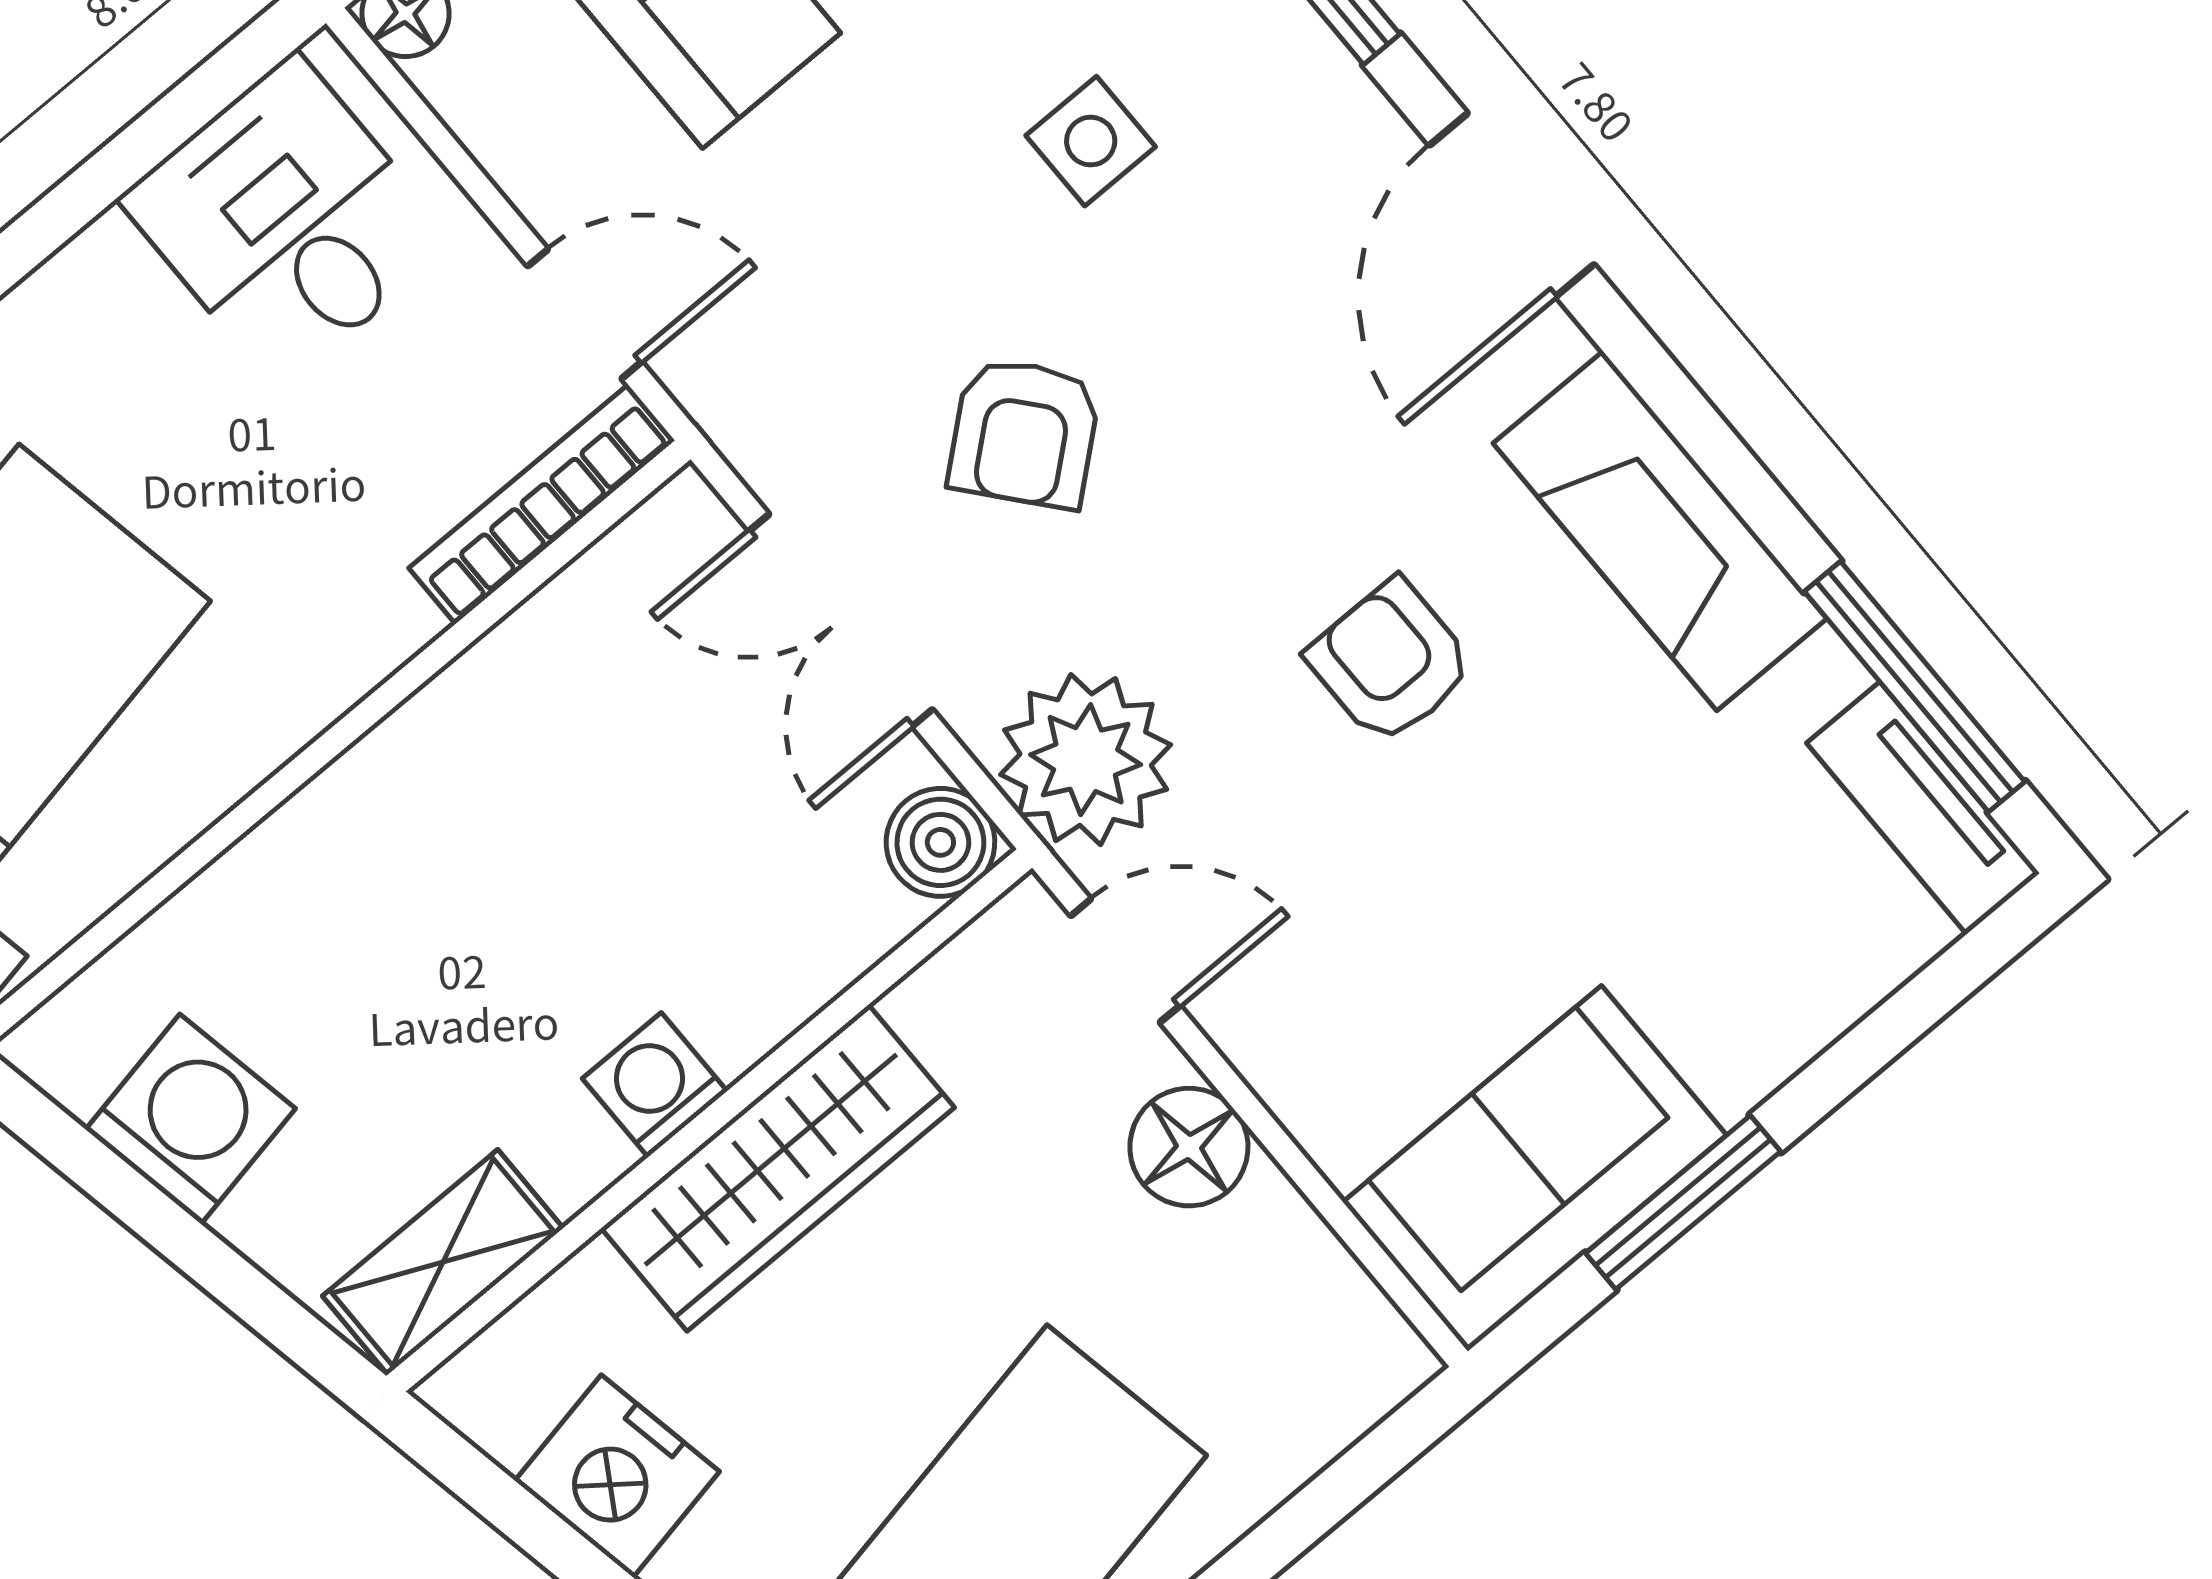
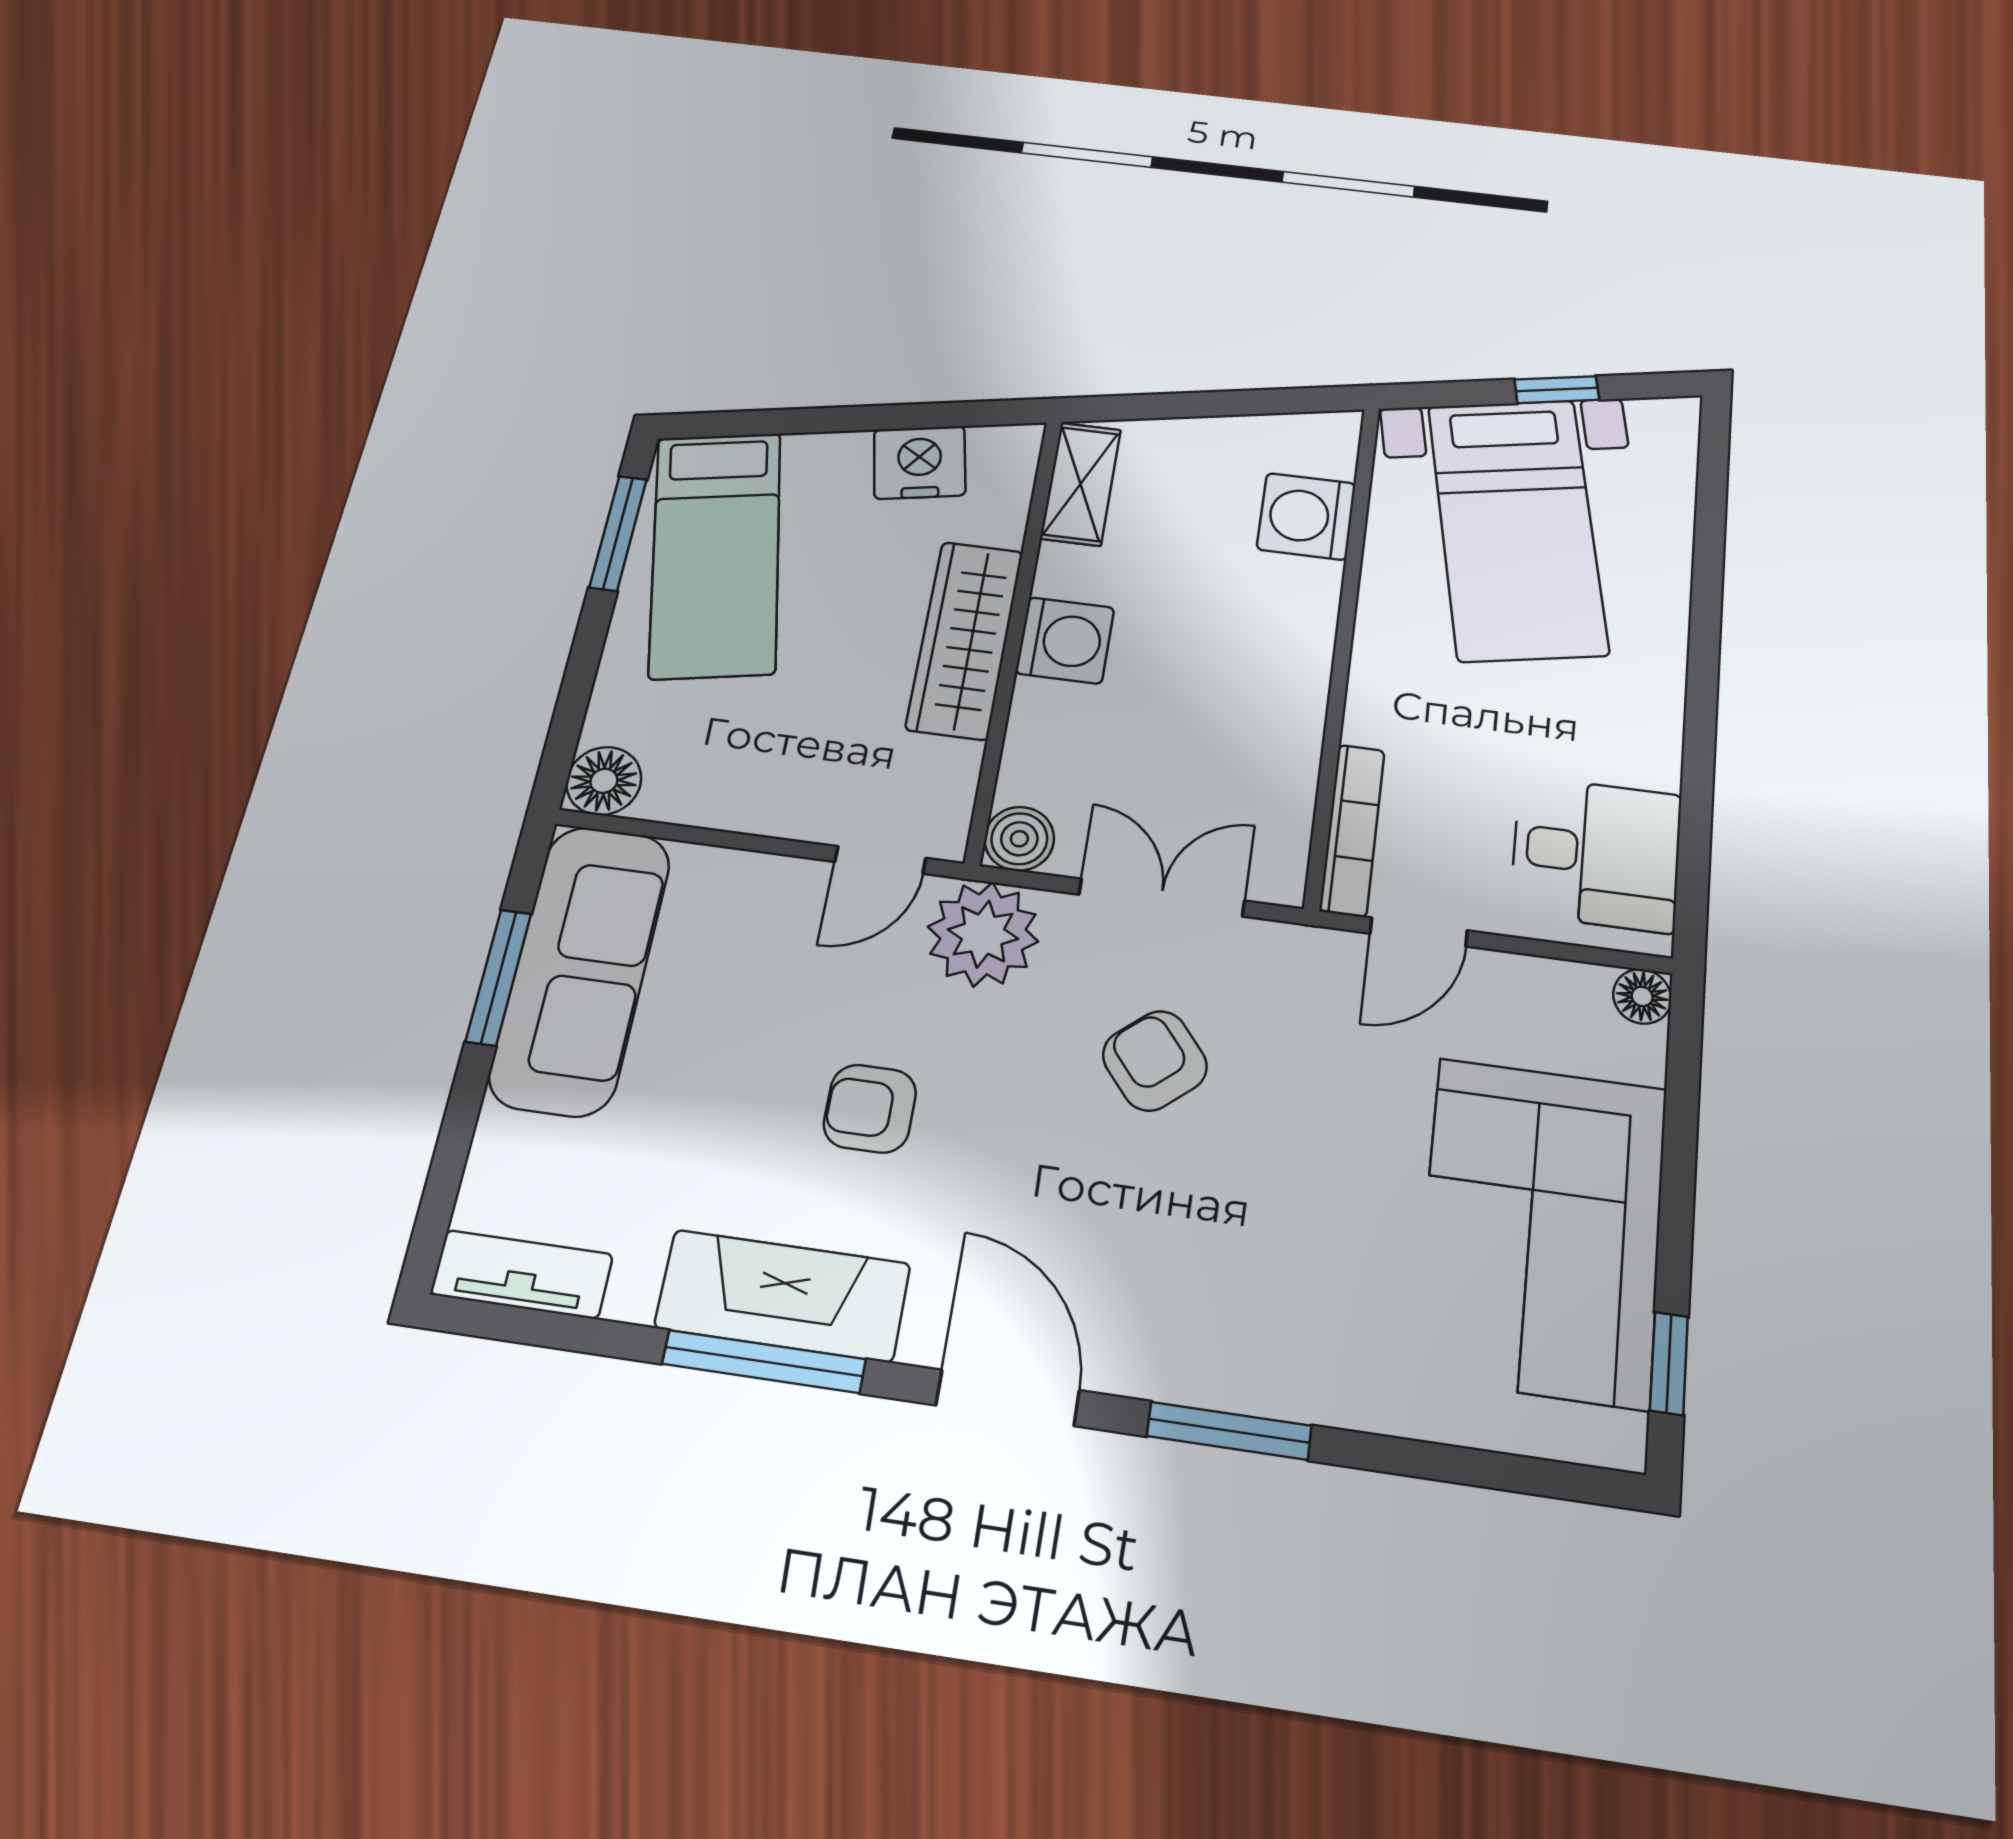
side table: (1091, 141) -> (1255, 1234), removed
armchair: (1390, 662) -> (870, 1109), turned 180
window: (1915, 687) -> (764, 1361), moved
washing machine: (655, 1085) -> (1065, 640), width x1.38, depth x1.38
washing machine: (190, 1119) -> (1306, 516), moved, turned 101
floor lamp: (1189, 1147) -> (604, 781), moved
sofa: (1535, 1168) -> (581, 969), width x1.36

